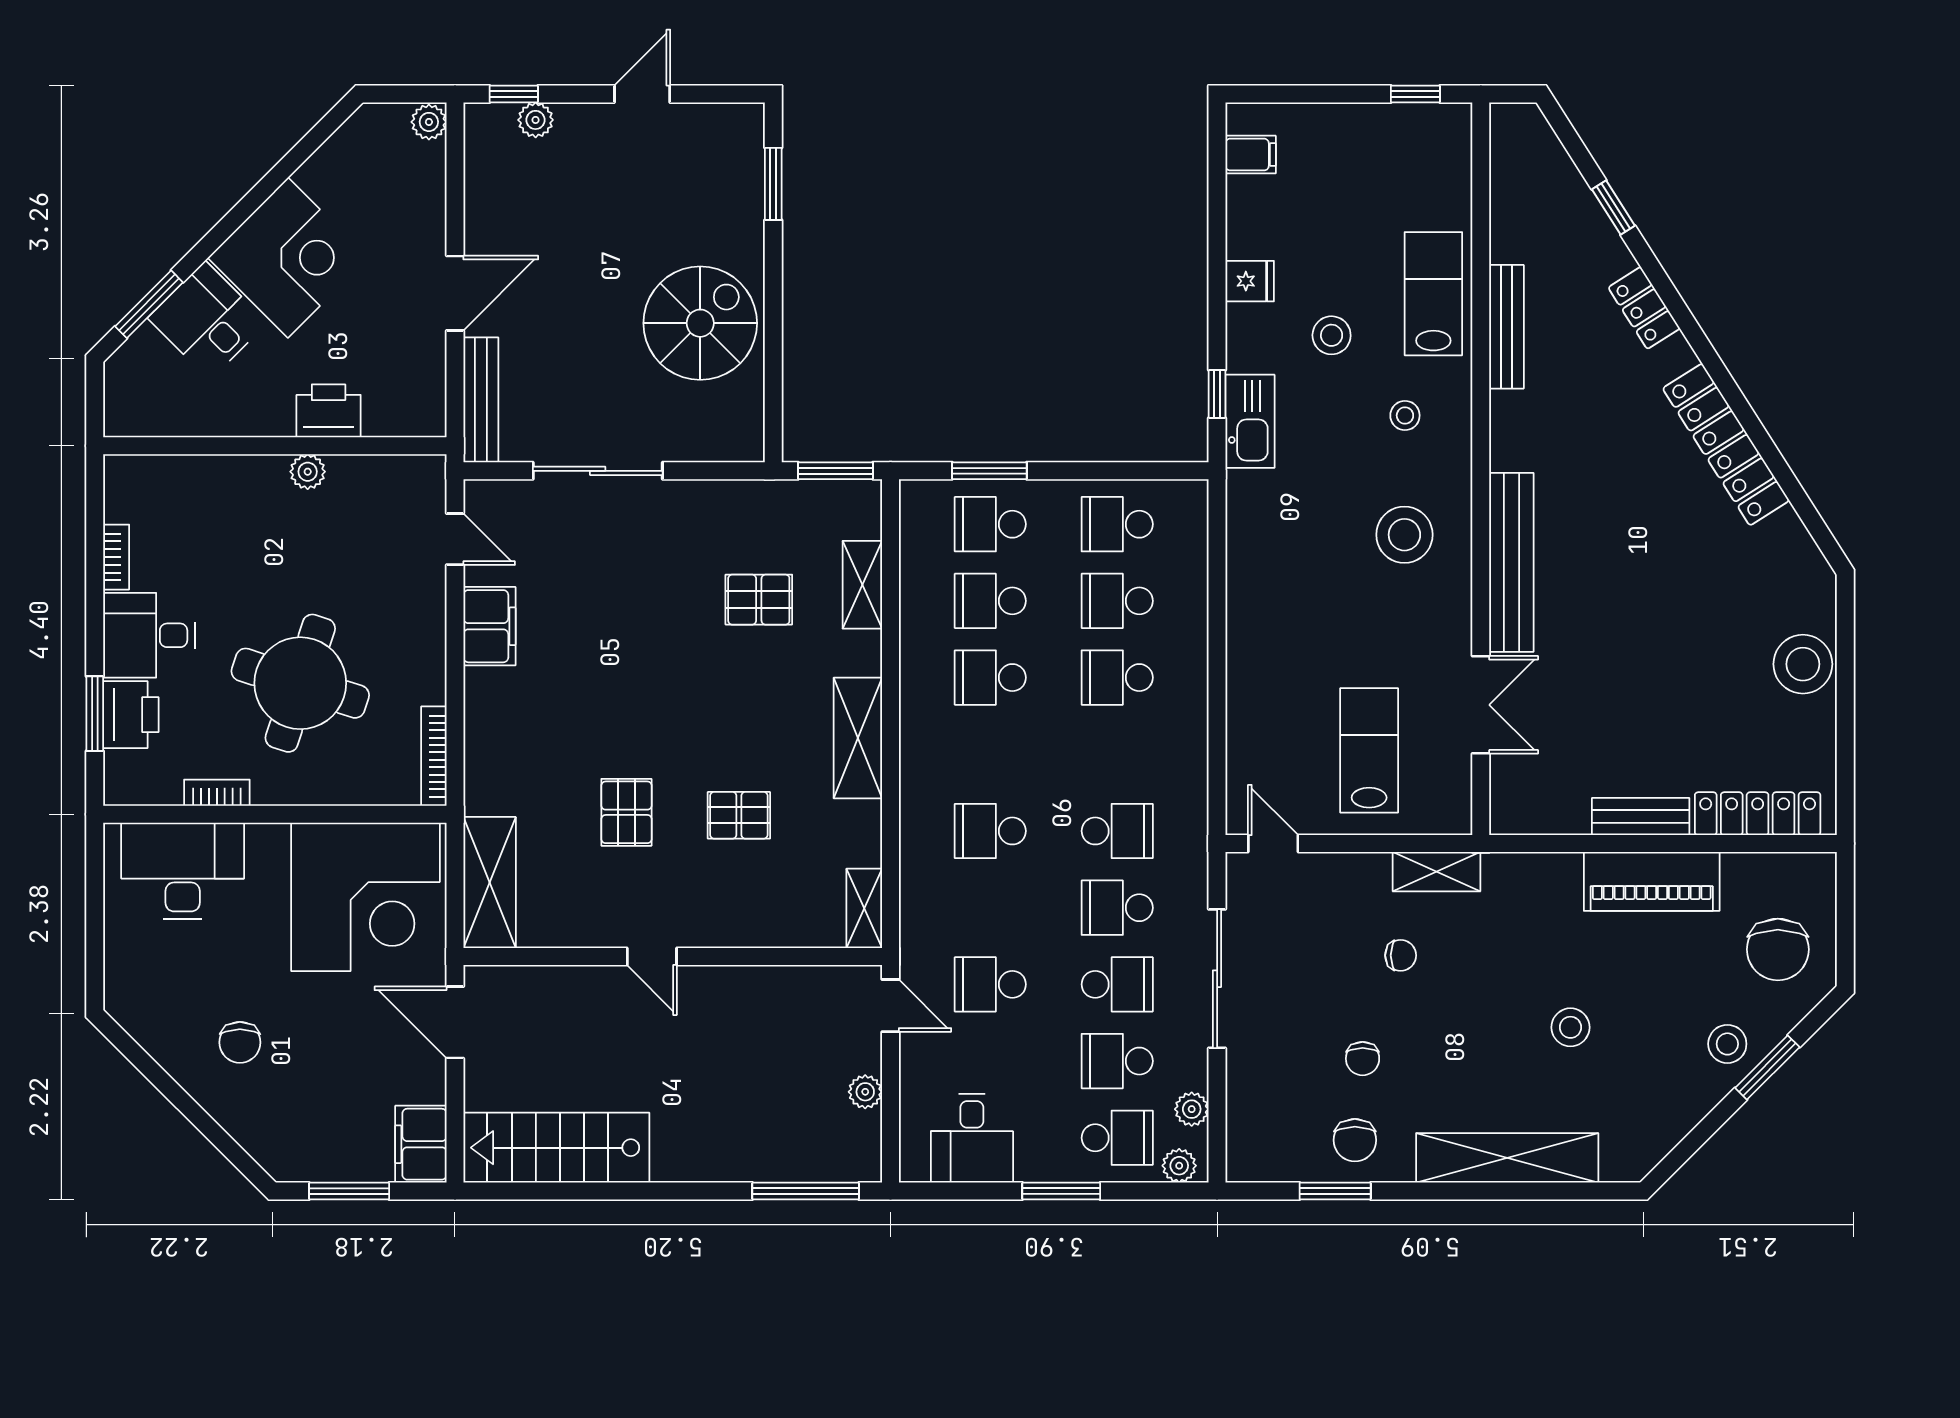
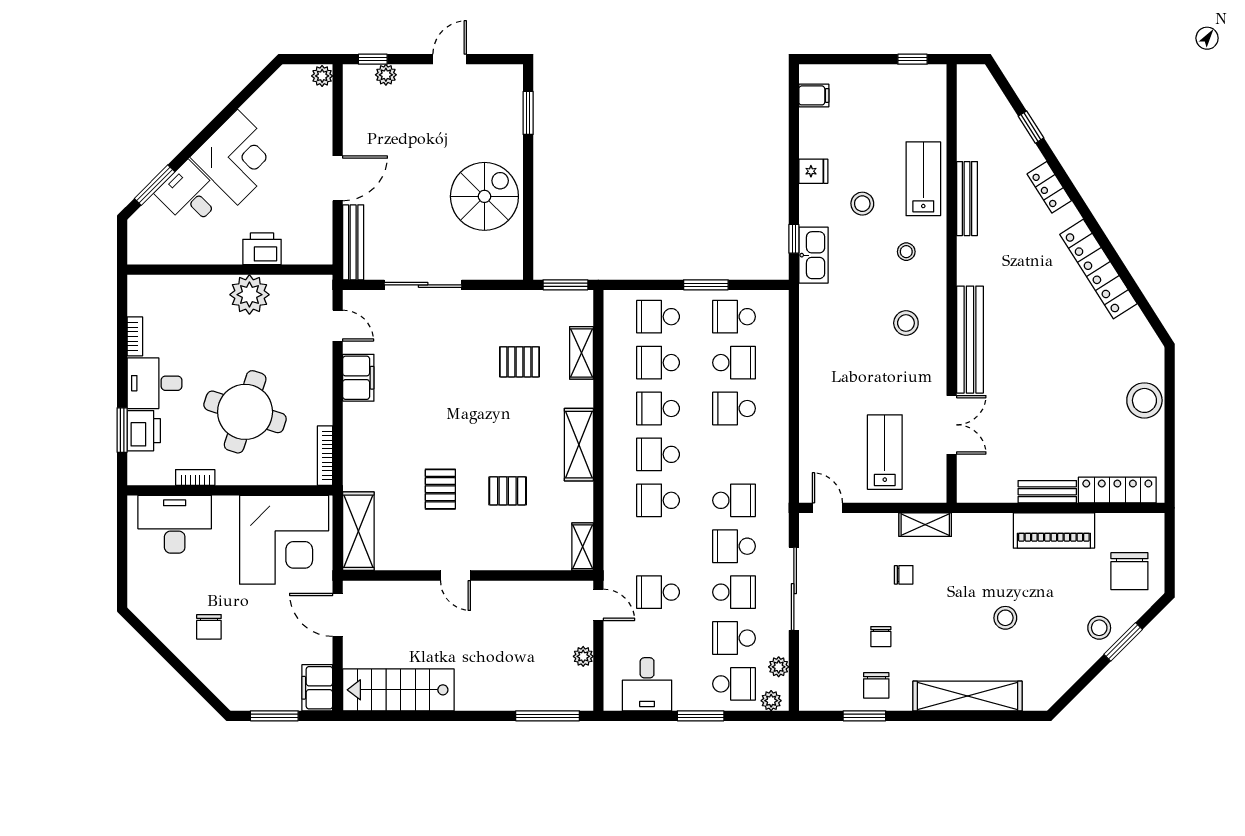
window: (989, 471) -> (706, 285), moved
plant: (308, 472) -> (249, 295), width x1.88, depth x1.88
stool: (1404, 535) -> (906, 323), width x0.73, depth x0.73
school desk: (1117, 601) -> (734, 363), turned 180
school desk: (990, 754) -> (658, 454), added

